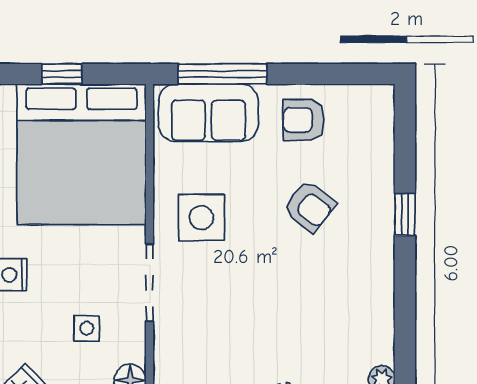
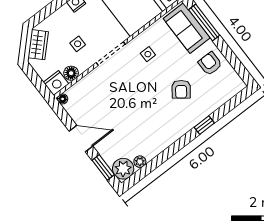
side table: (201, 218) -> (148, 54), width x0.54, depth x0.54

